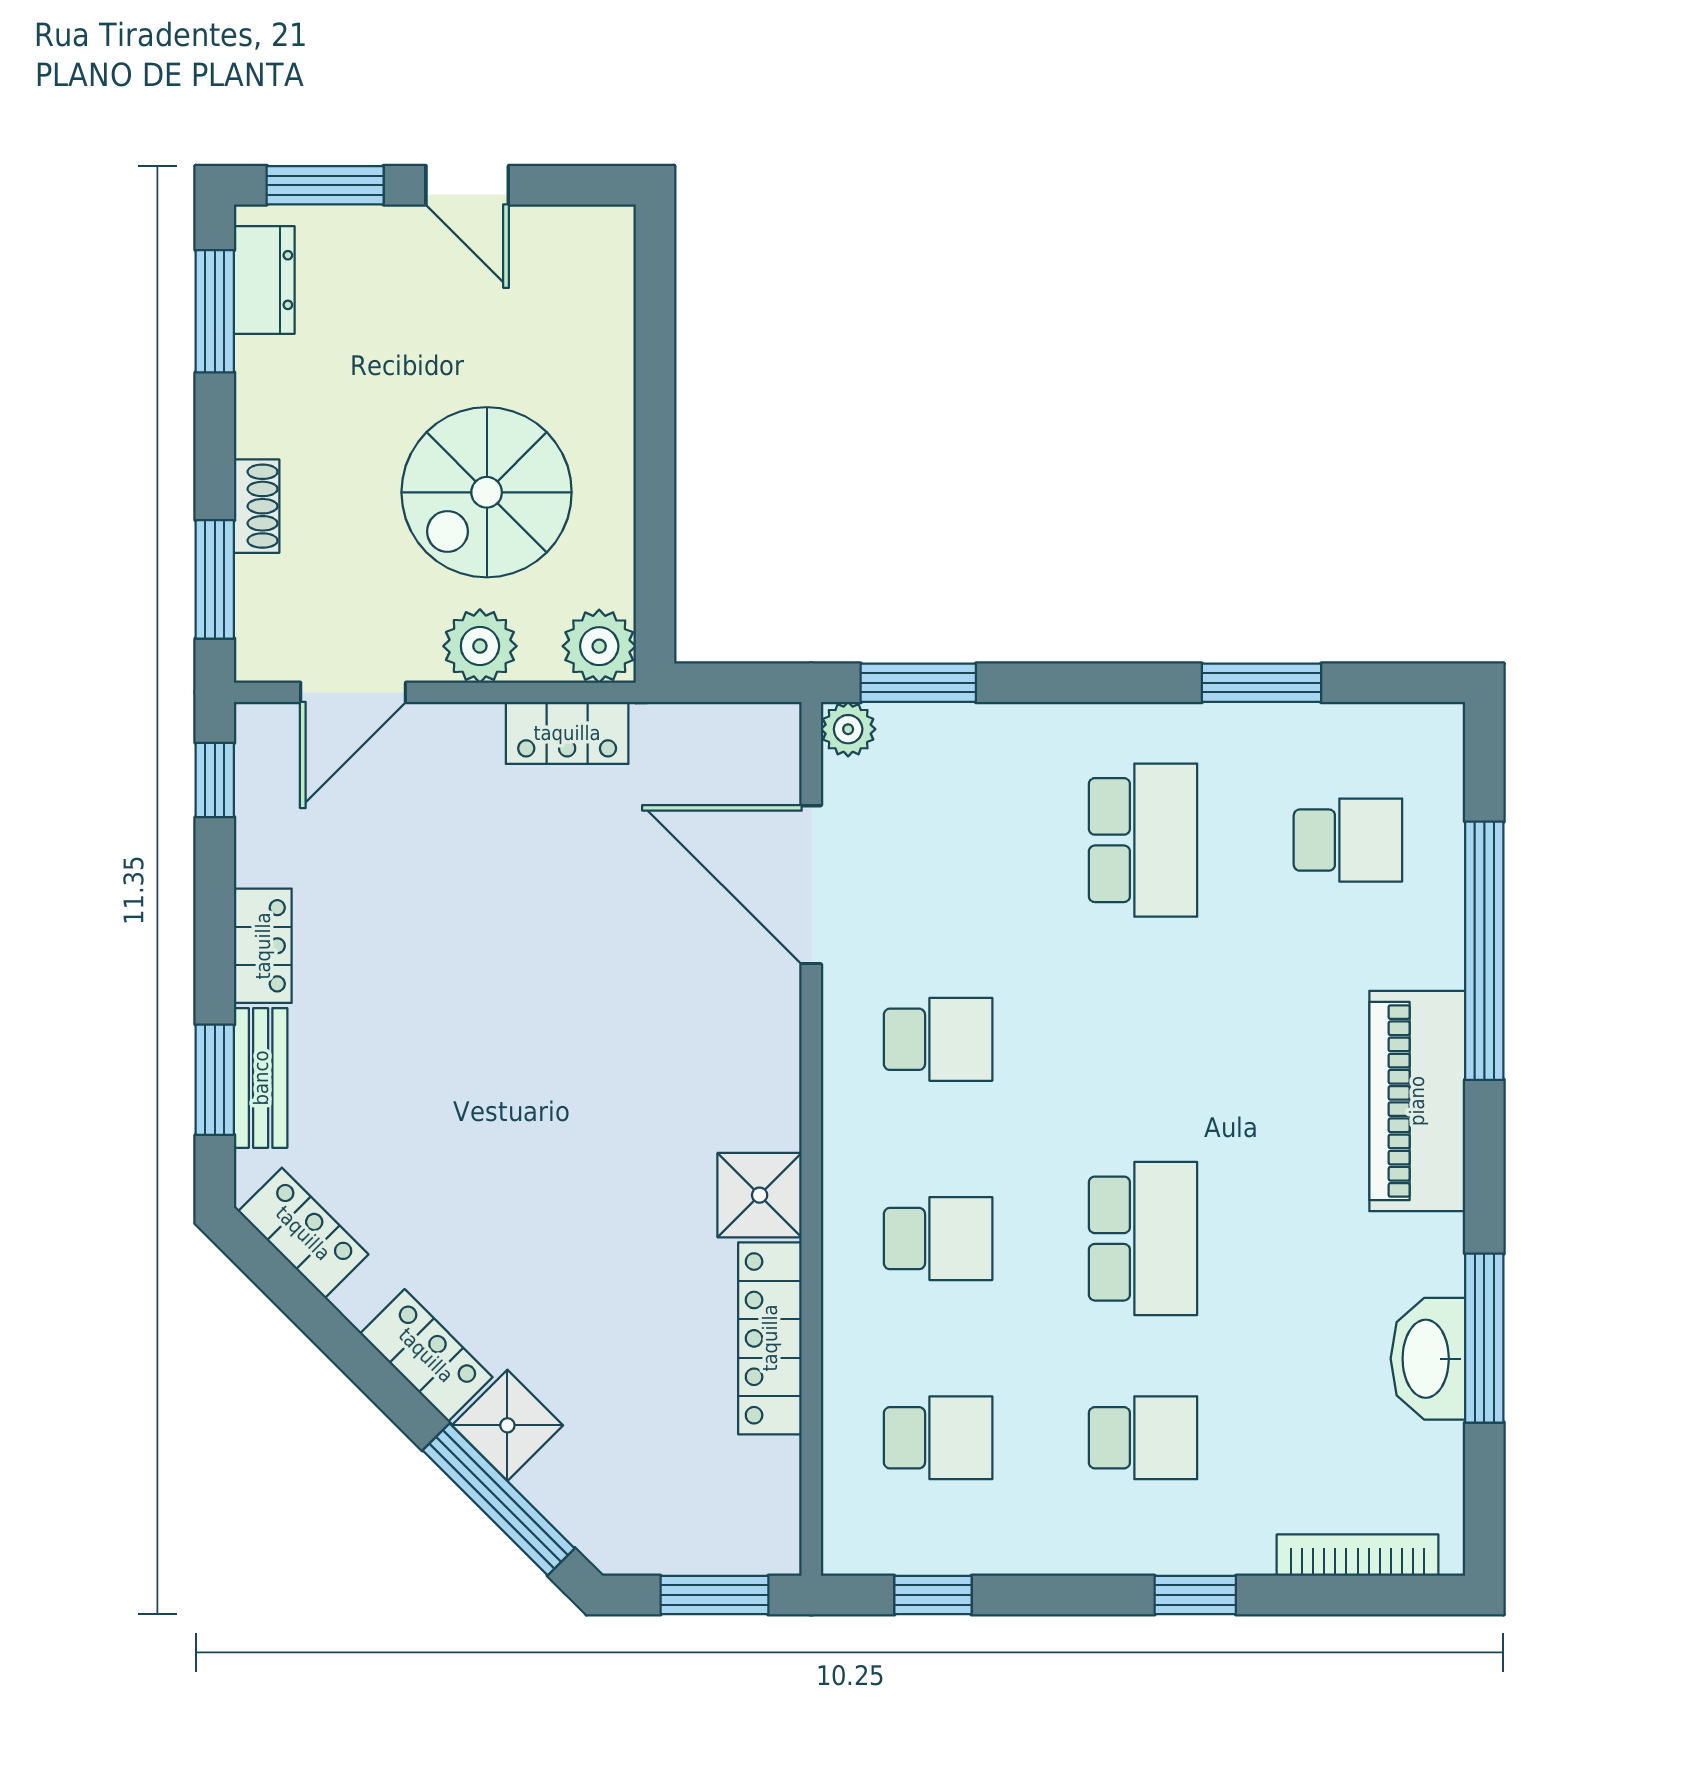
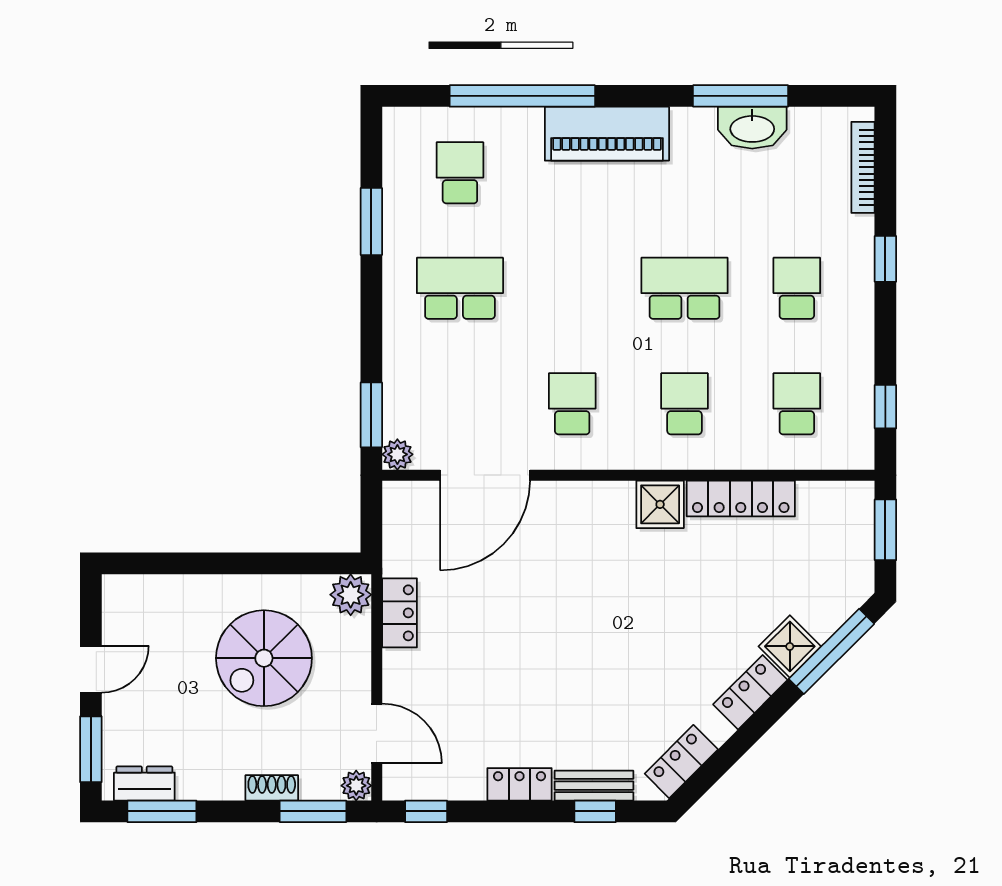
spiral stairs: (487, 492) -> (264, 658), turned 90
plant: (480, 646) -> (356, 786), moved, width x0.73, depth x0.73
window: (215, 1080) -> (595, 811), width x0.67

